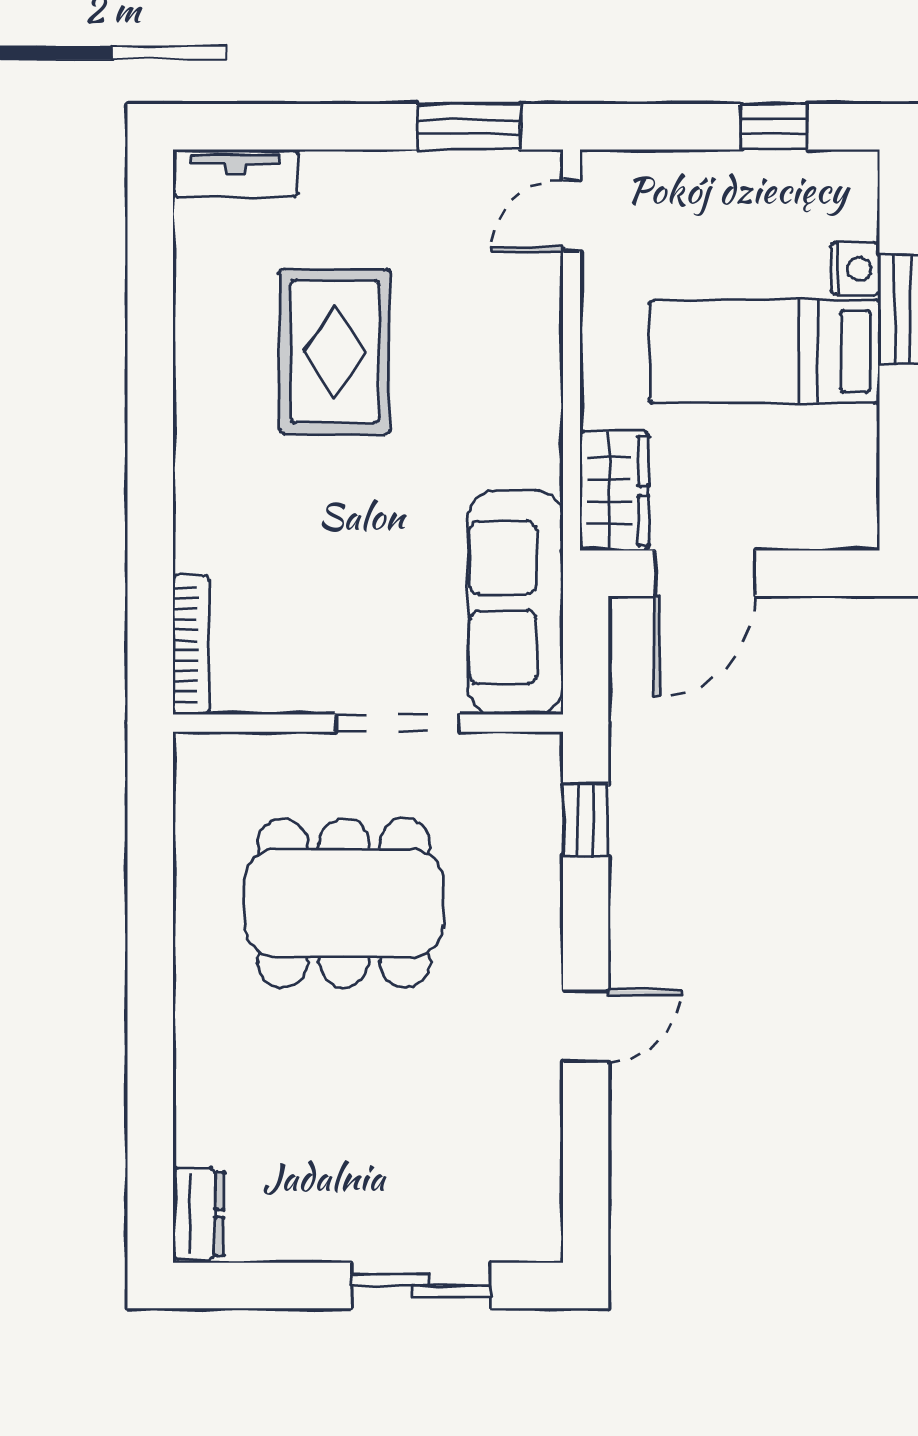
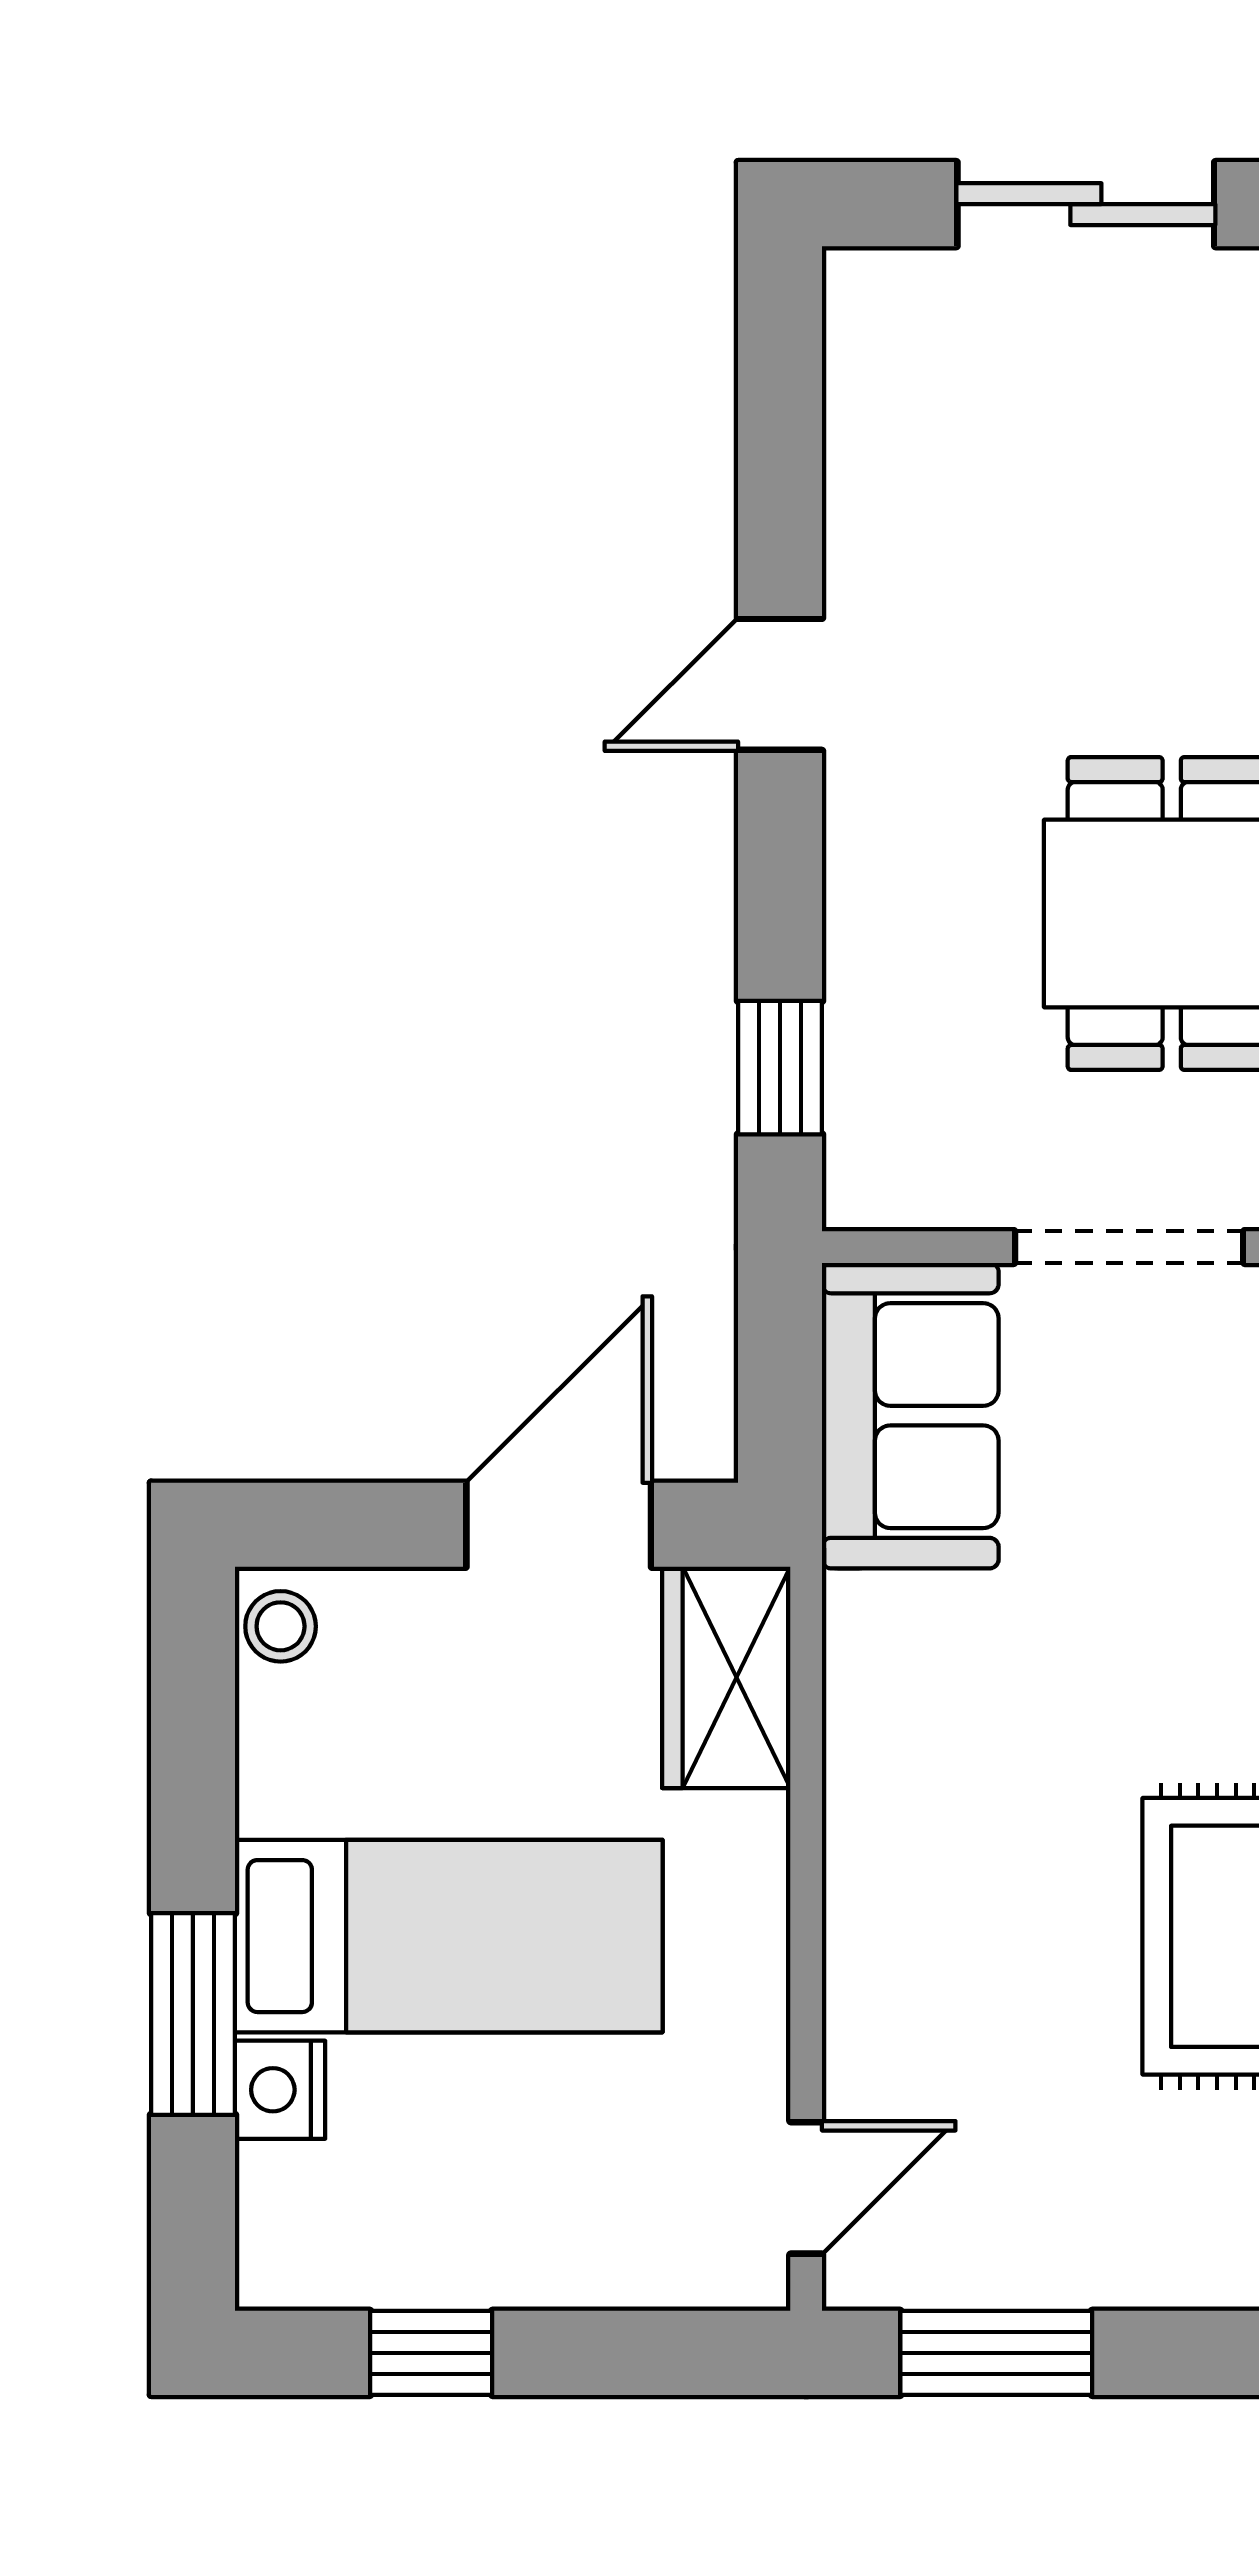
stool: (855, 519) -> (281, 1626), added
sofa: (515, 602) -> (910, 1416), width x0.73

